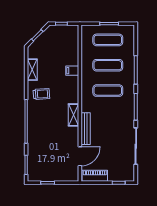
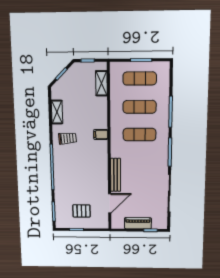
filing cabinet: (72, 71) -> (101, 134), moved
shelving: (73, 115) -> (101, 83), moved
pallet: (53, 164) -> (81, 211), added
piano: (95, 176) -> (138, 223), moved

